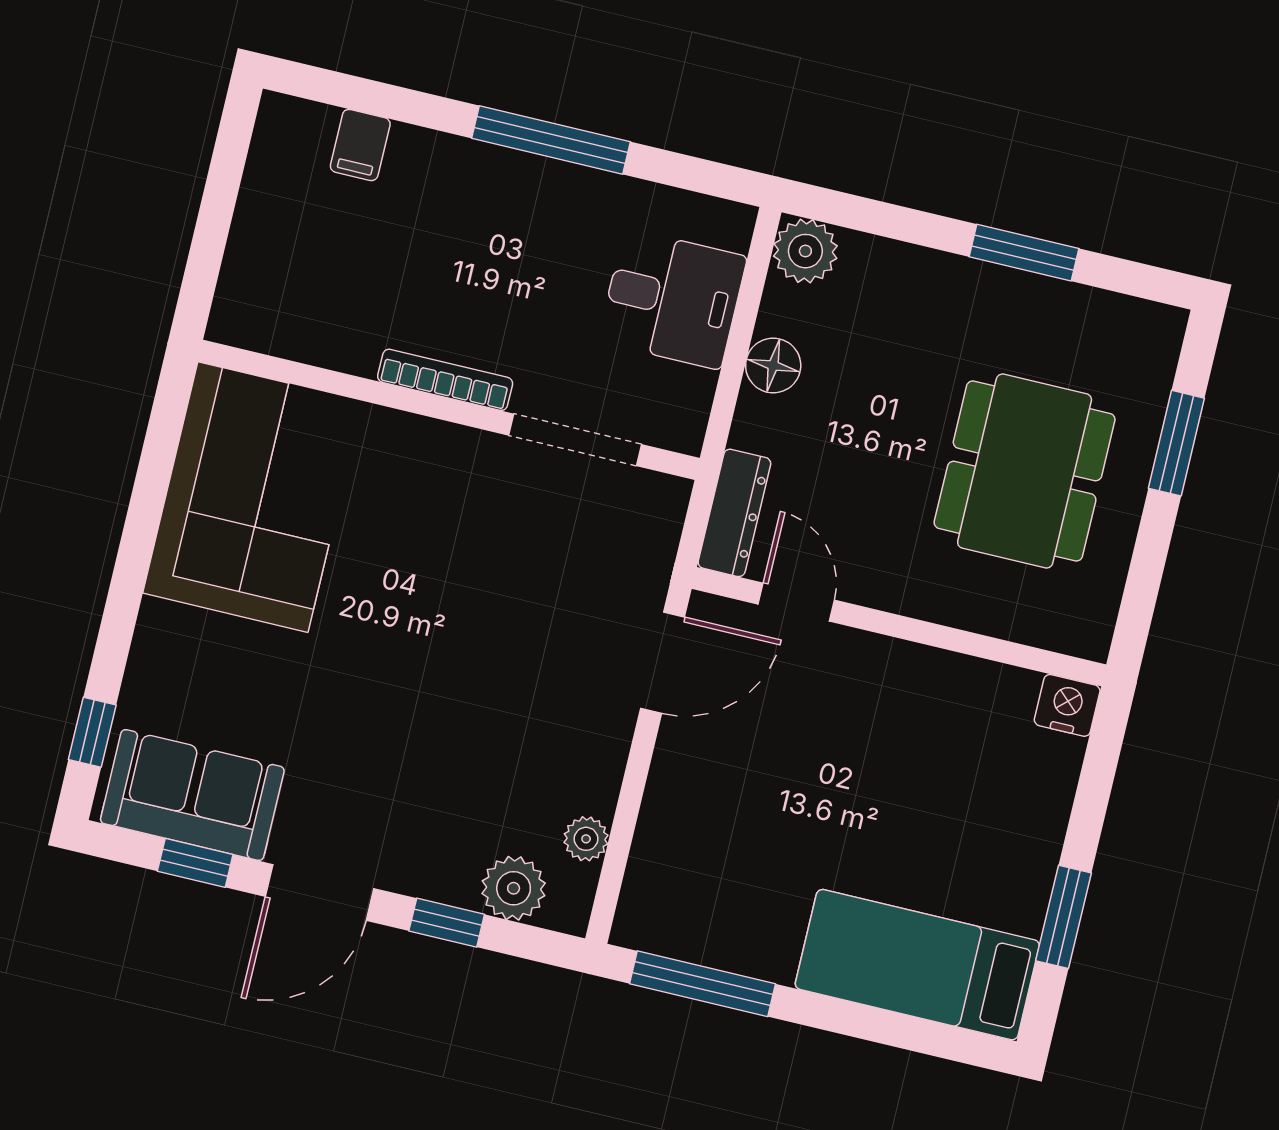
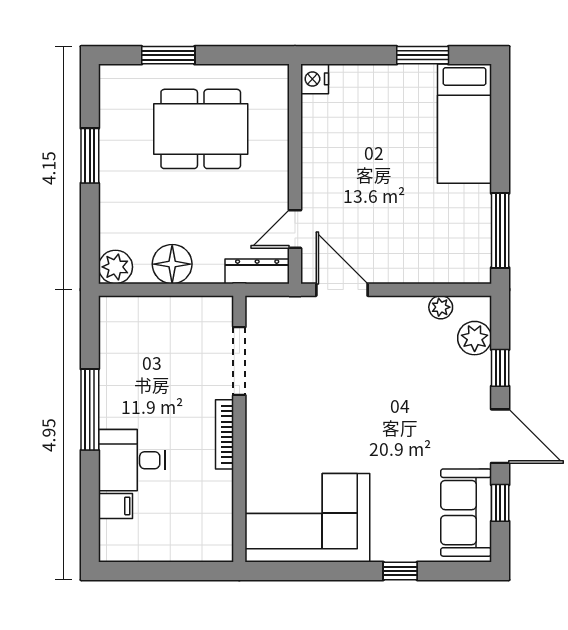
desk: (672, 299) -> (132, 460), moved, turned -90
floor lamp: (773, 366) -> (172, 264), width x1.38, depth x1.38
window: (92, 732) -> (400, 571), moved

